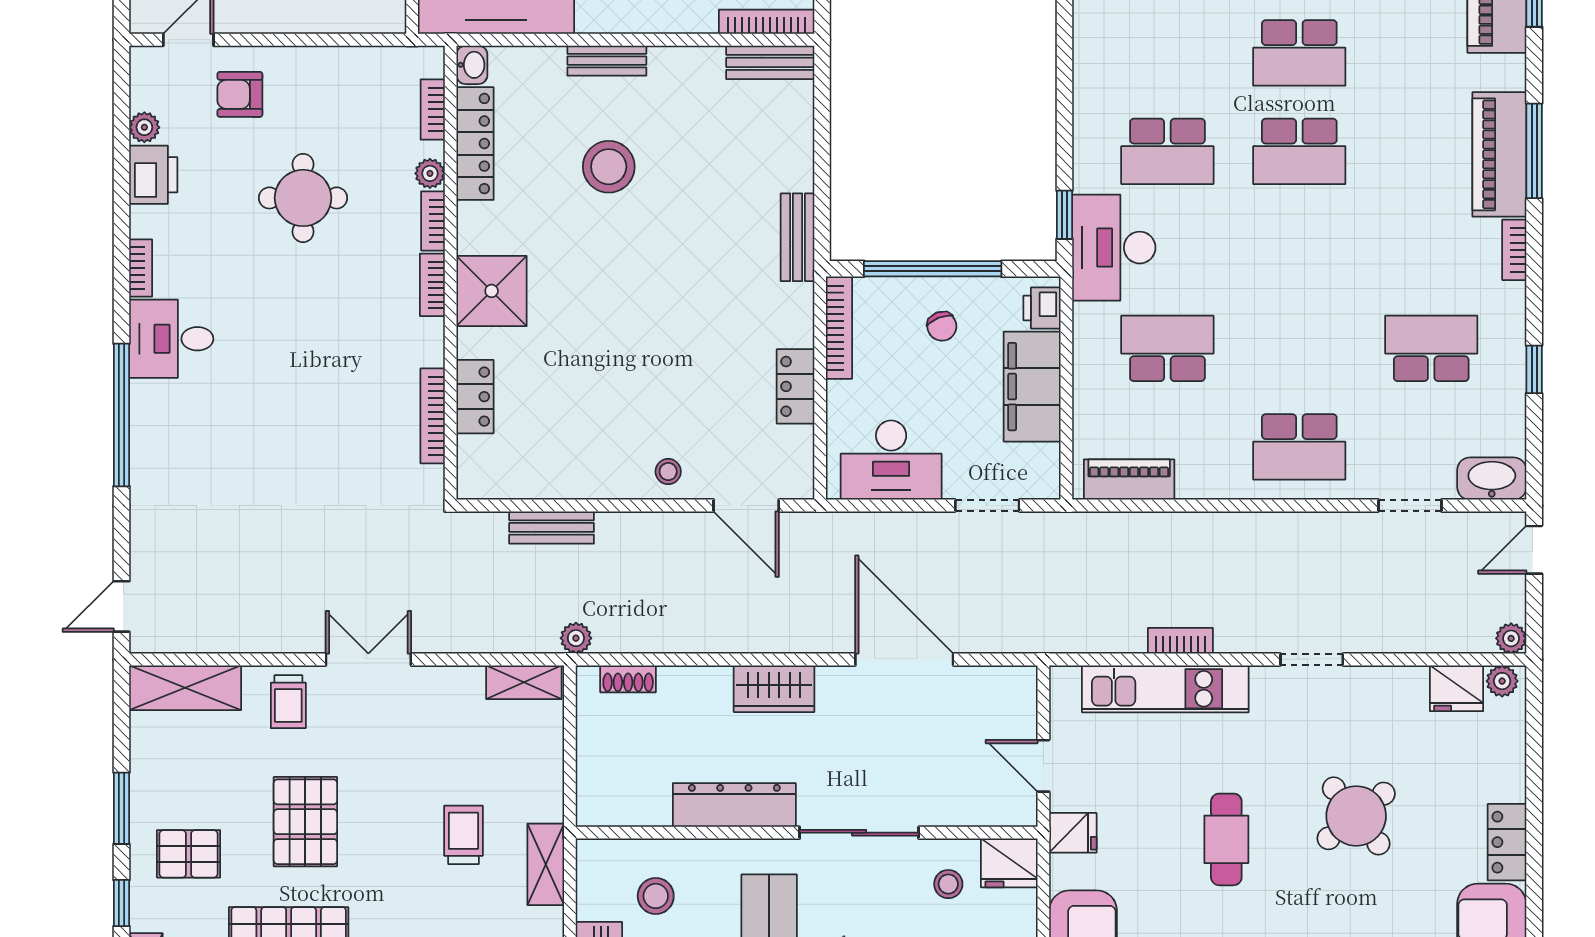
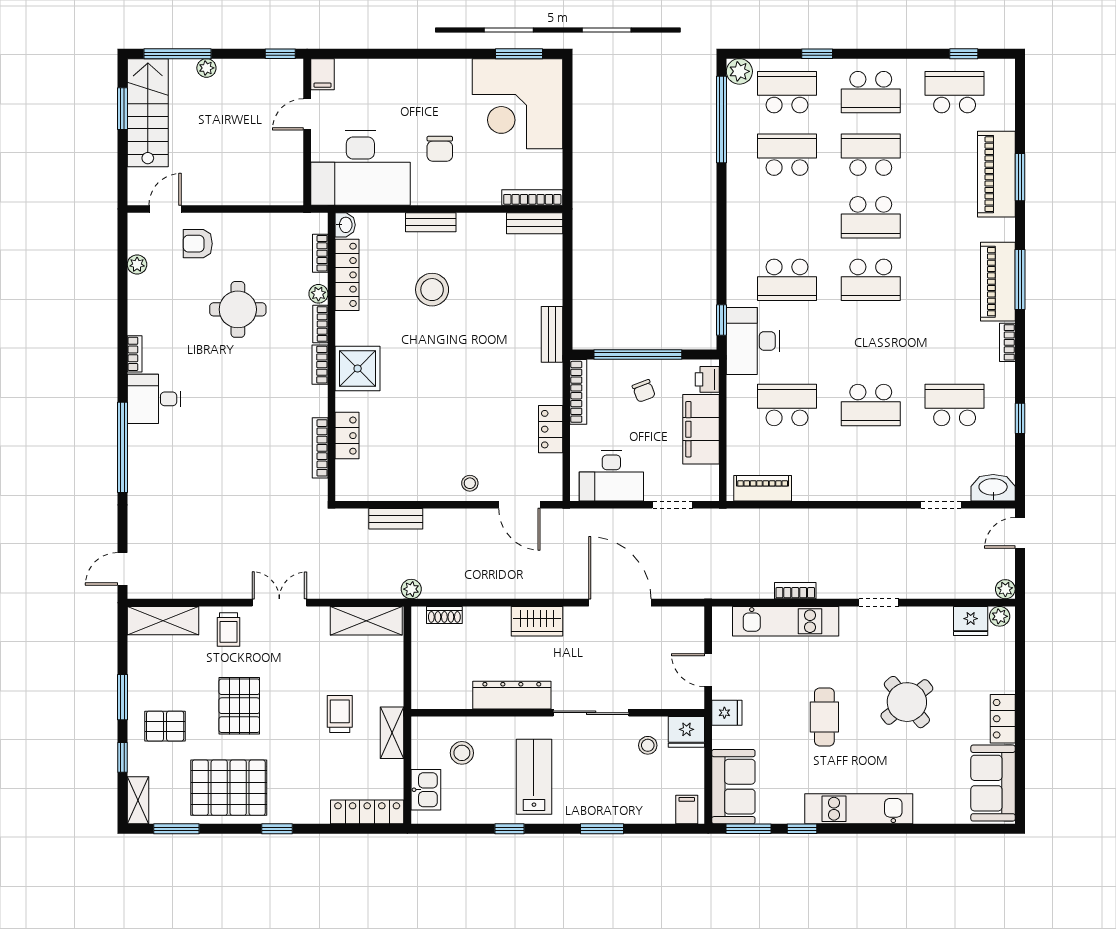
printer: (153, 175) -> (143, 295), removed
school desk: (1299, 447) -> (871, 405), moved
shelving: (524, 682) -> (366, 621), width x1.50, depth x1.33

